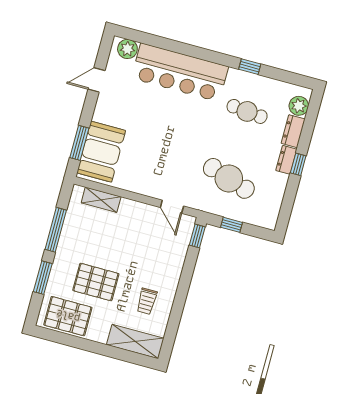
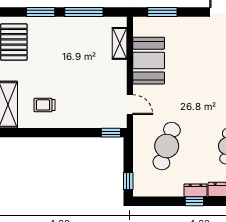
booth: (101, 152) -> (149, 61), moved, turned 90
door: (172, 207) -> (130, 105), swing flipped
window: (232, 225) -> (128, 181), moved
pallet: (96, 282) -> (49, 58), removed

